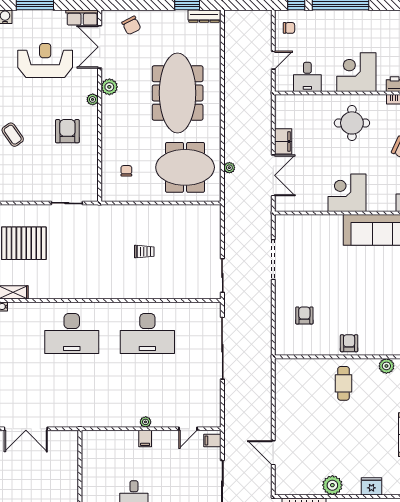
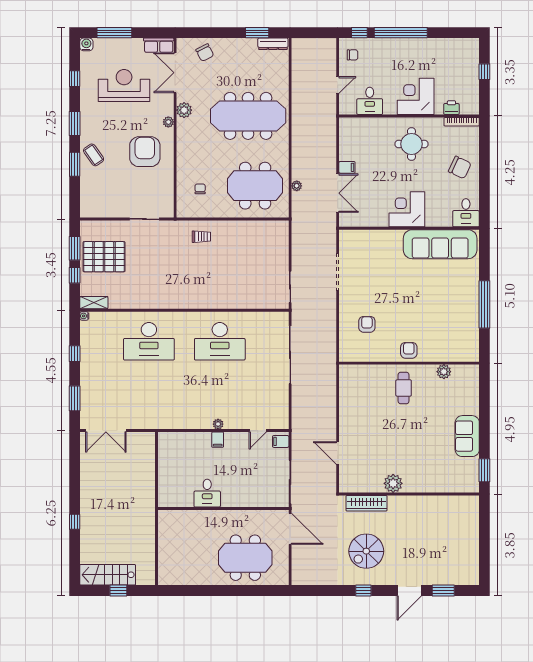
meeting table: (178, 93) -> (248, 116), turned 90
armchair: (67, 131) -> (145, 152), width x1.36, depth x1.36
filing cabinet: (283, 141) -> (347, 167), width x0.50
trolley: (144, 252) -> (201, 237), moved
fridge: (371, 486) -> (430, 485), removed

